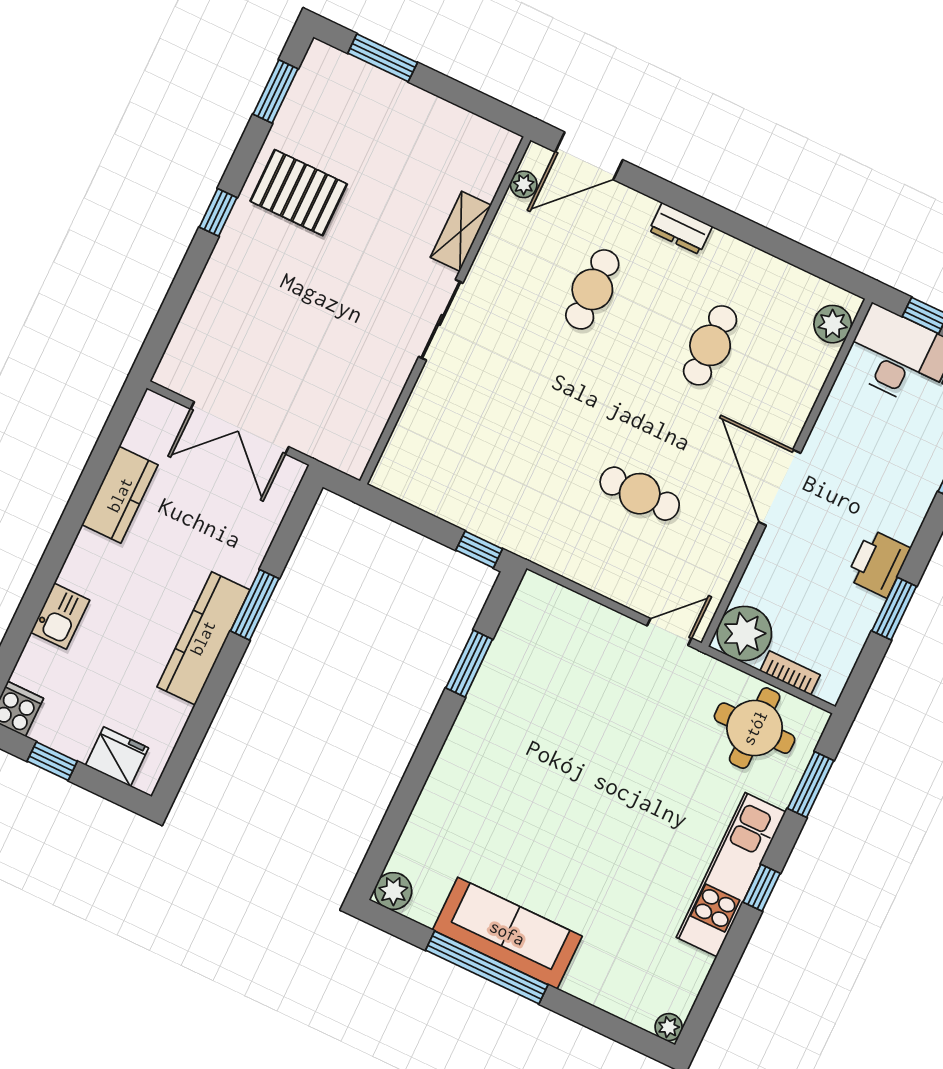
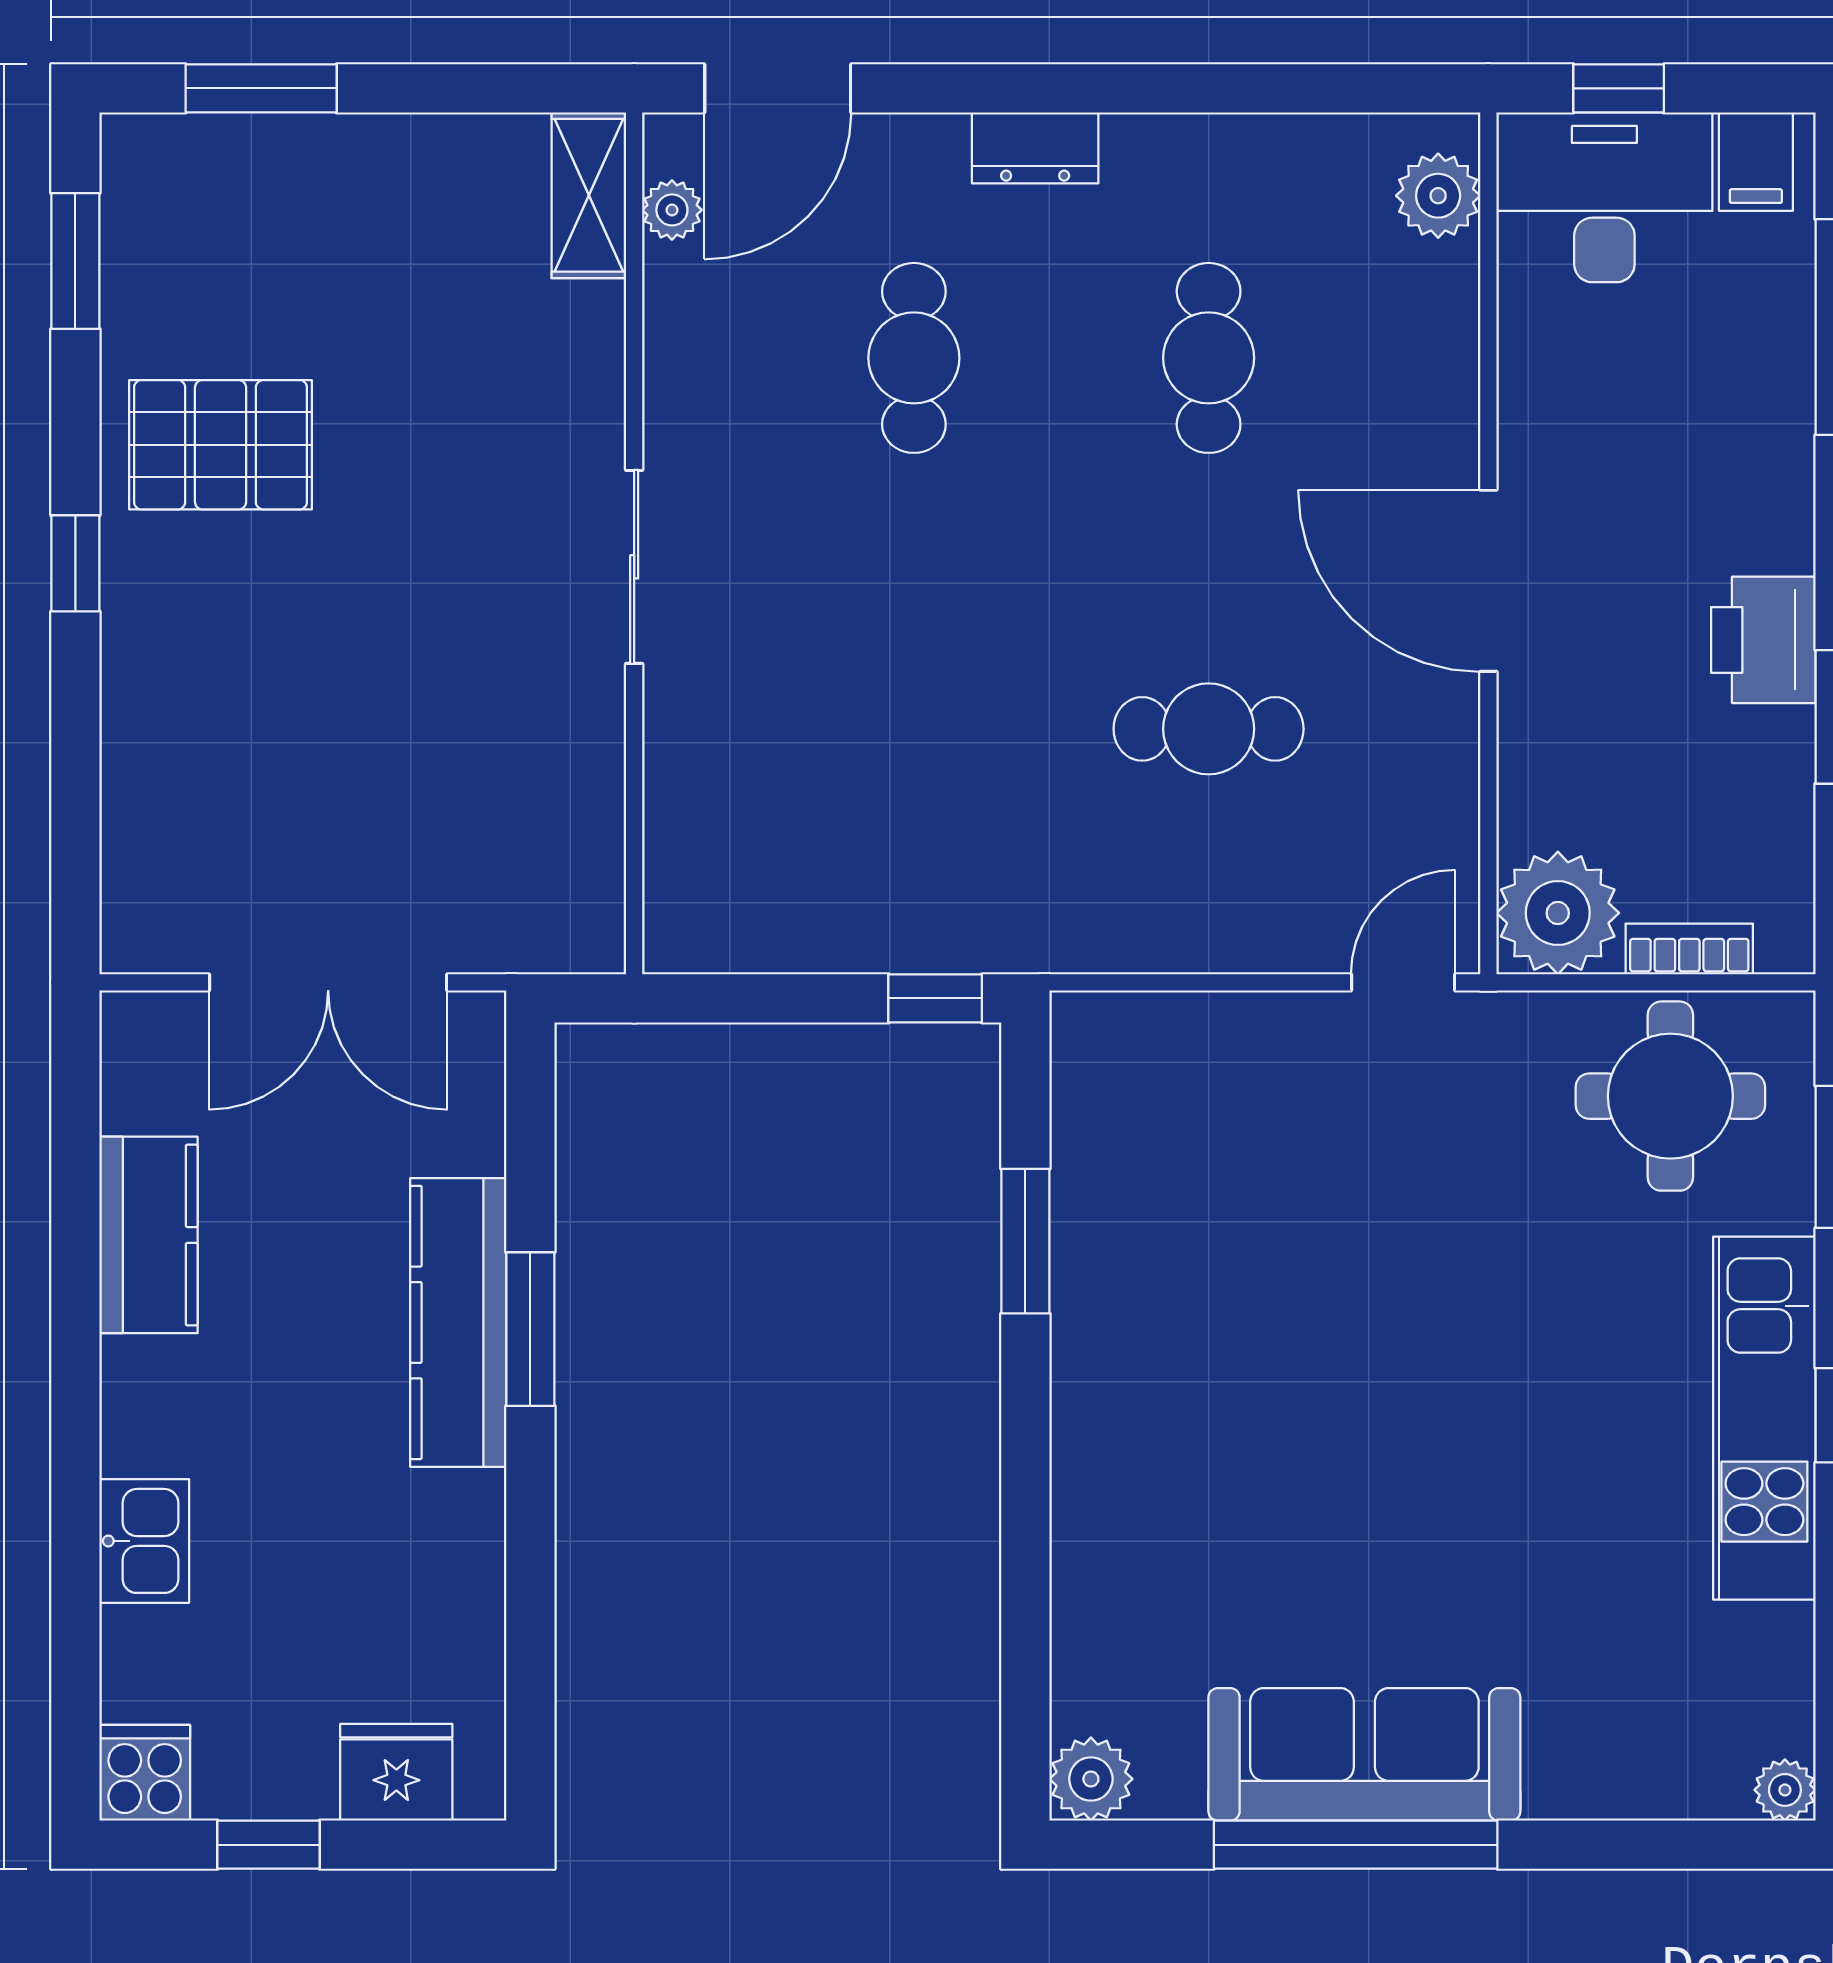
shelving: (461, 231) -> (589, 195), moved
kitchen counter: (203, 638) -> (458, 1322), moved

